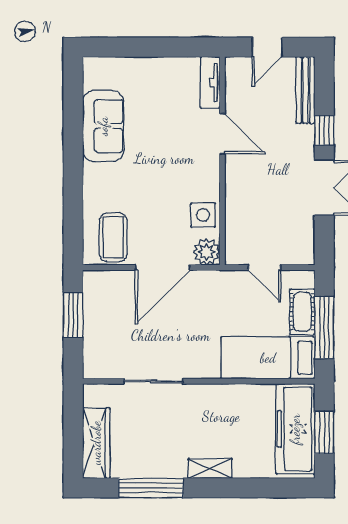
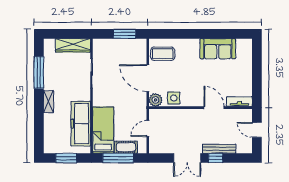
bench: (305, 90) -> (219, 149), moved
door: (222, 134) -> (214, 108), swing flipped
freezer: (295, 429) -> (81, 124), moved, turned -90
wardrobe: (96, 443) -> (73, 45), moved

